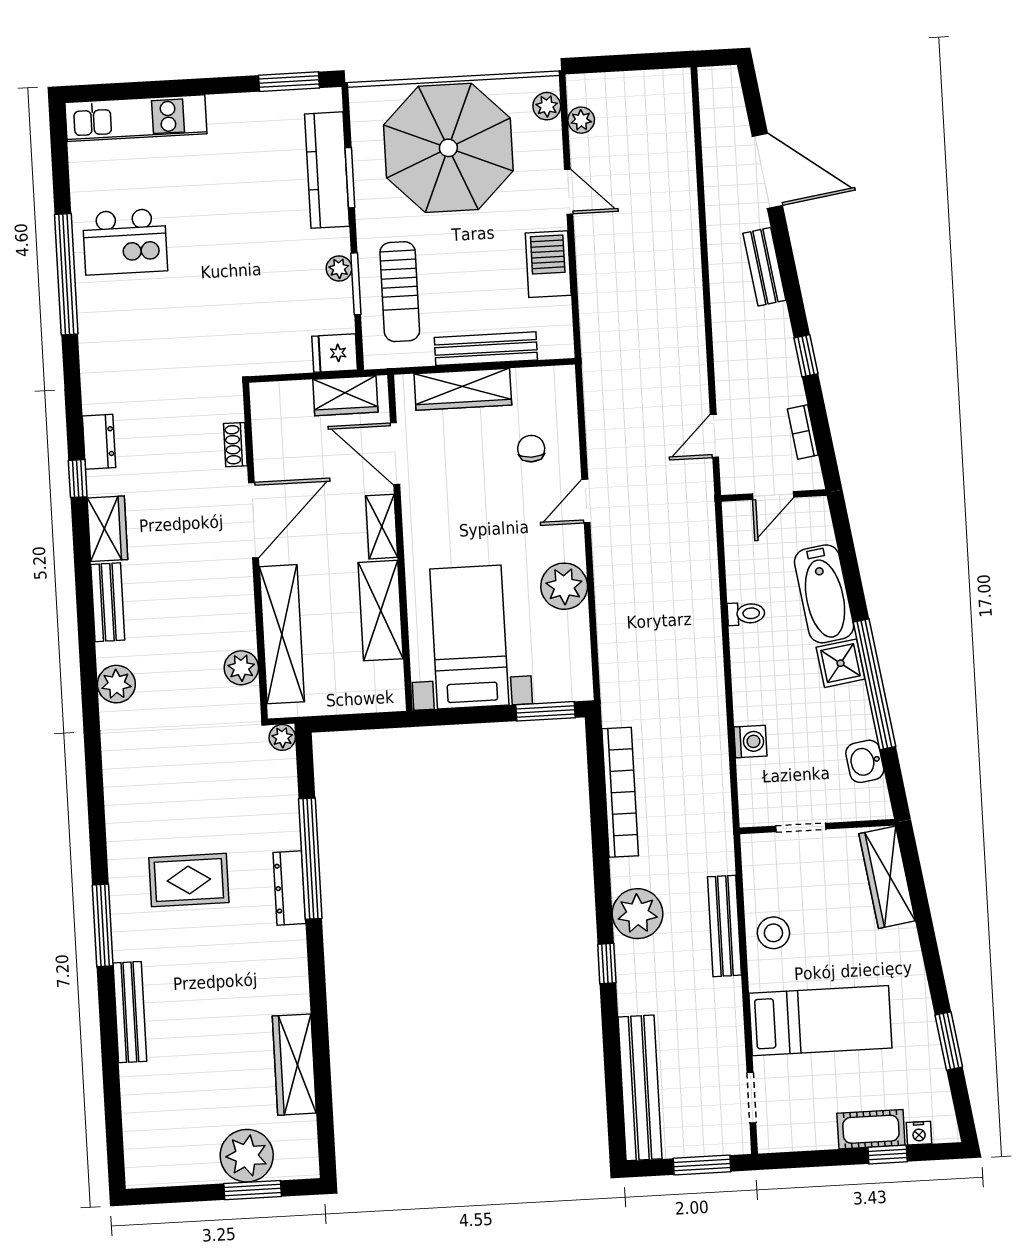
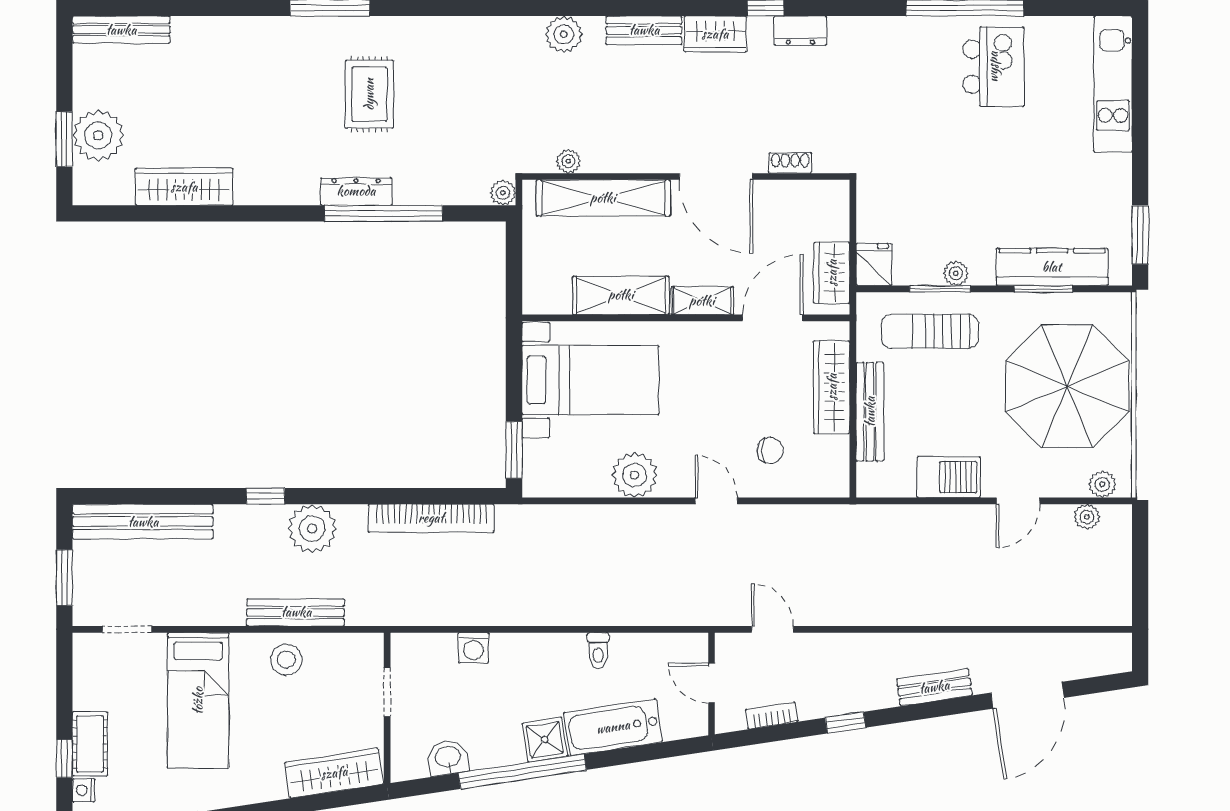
kitchen island: (125, 242) -> (993, 67), turned 180
plant: (241, 668) -> (568, 161), width x0.73, depth x0.73
bench: (130, 1012) -> (121, 30), moved

